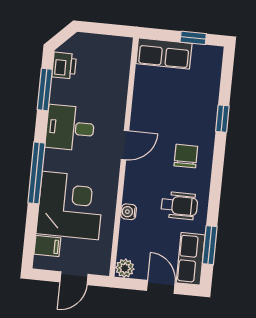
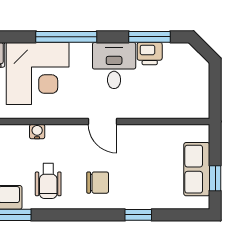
row of seats: (164, 53) -> (197, 169), moved
printer: (64, 66) -> (150, 54), moved

